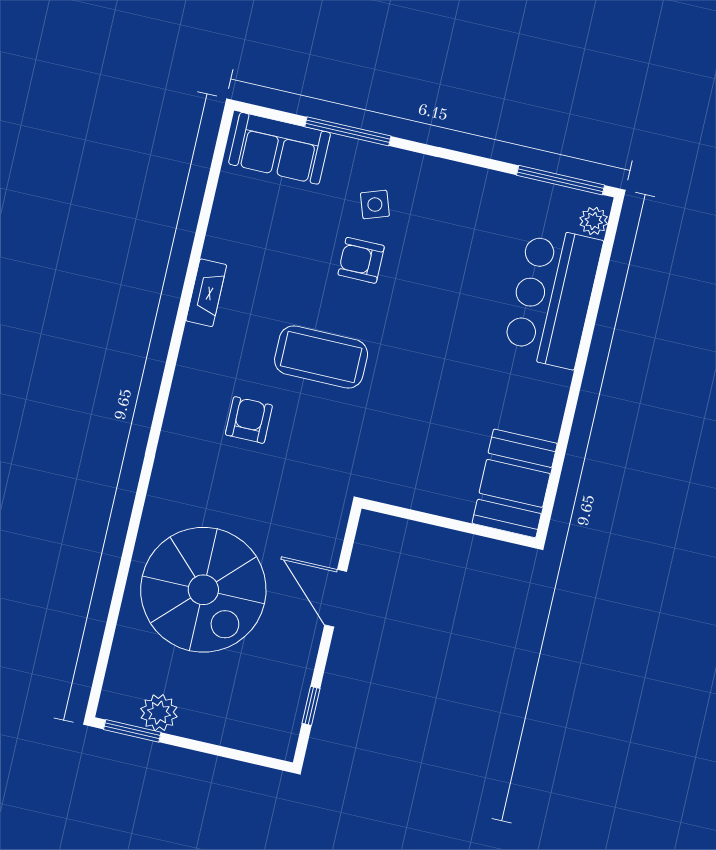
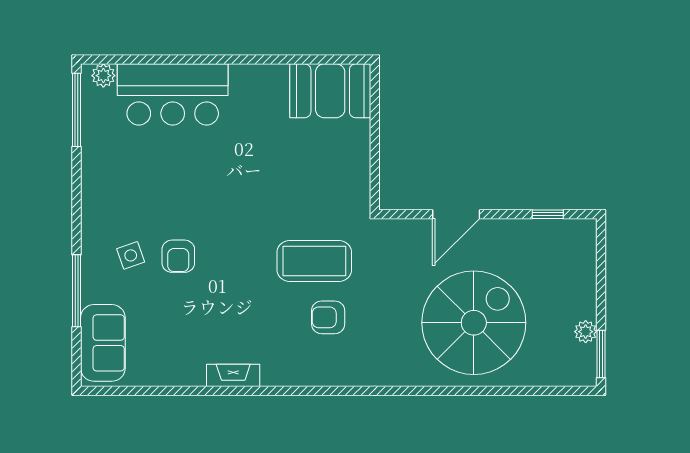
coffee table: (321, 357) -> (314, 261), moved, turned 90
plant: (159, 713) -> (586, 332), width x0.73, depth x0.73

